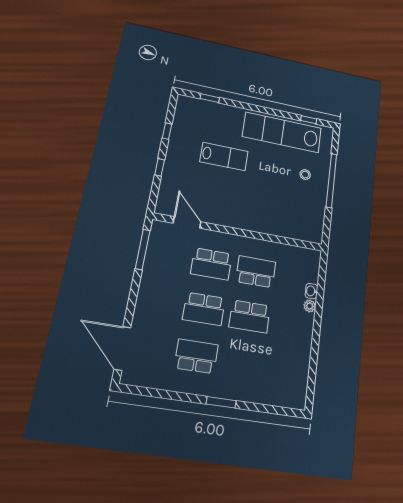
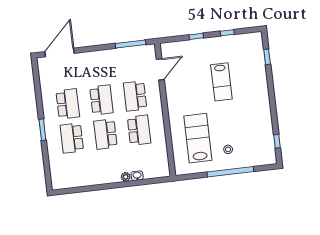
lab bench: (282, 132) -> (198, 138), moved, width x0.73
school desk: (204, 309) -> (101, 100), turned 180
school desk: (243, 363) -> (72, 138), added

